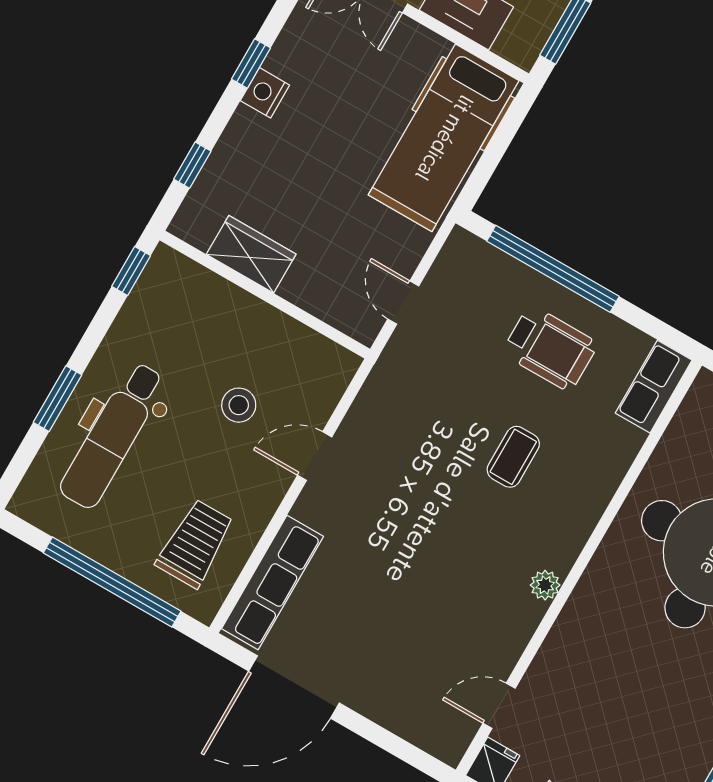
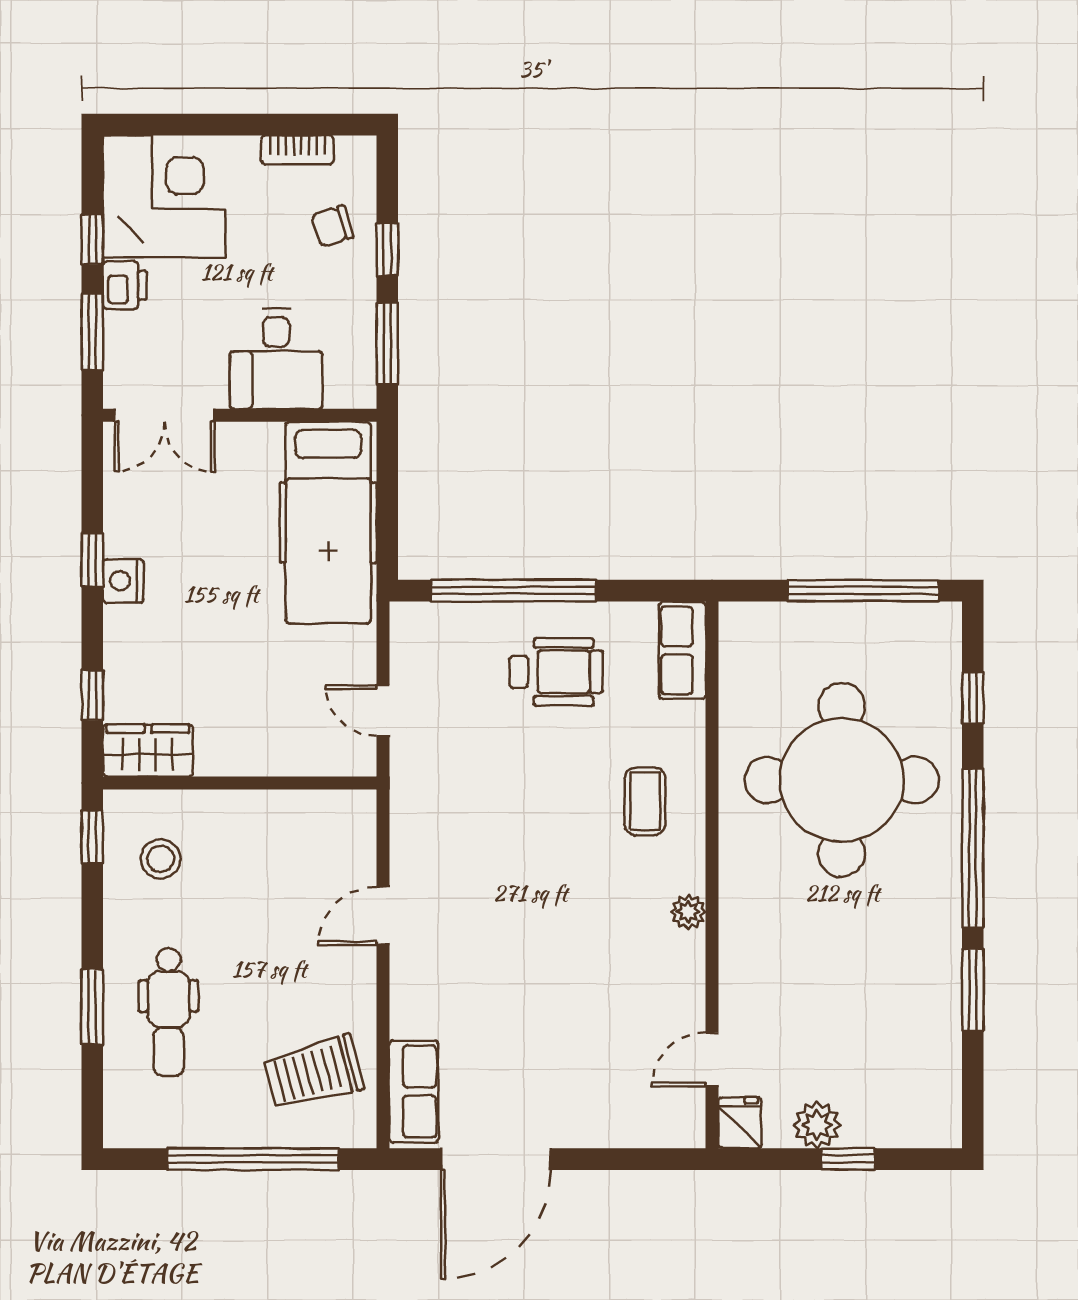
wardrobe: (251, 254) -> (148, 750), moved
stool: (239, 405) -> (161, 859), moved
dental chair: (112, 435) -> (169, 1012), width x0.73, depth x0.72
coffee table: (513, 457) -> (645, 801), moved
trolley: (195, 544) -> (314, 1073), turned -105
row of seats: (272, 583) -> (414, 1091), width x0.68

